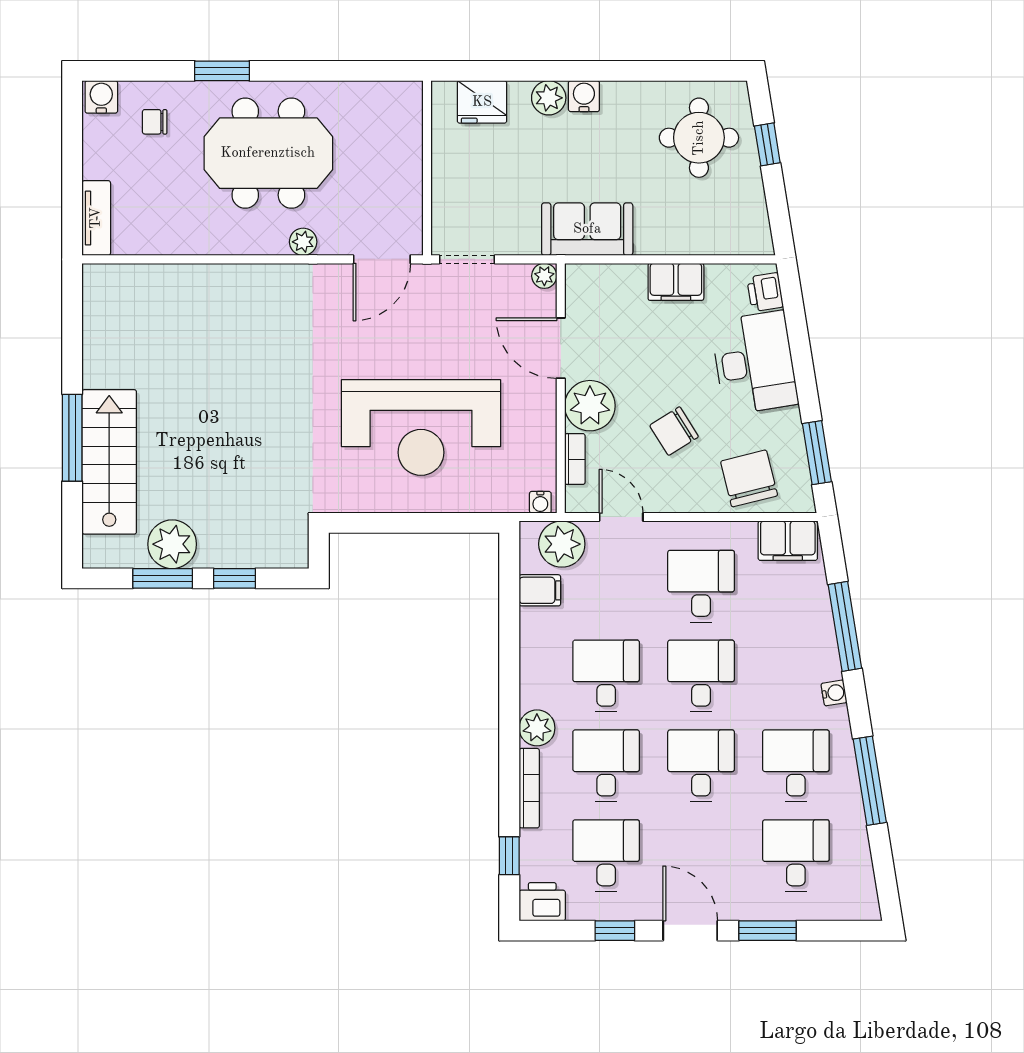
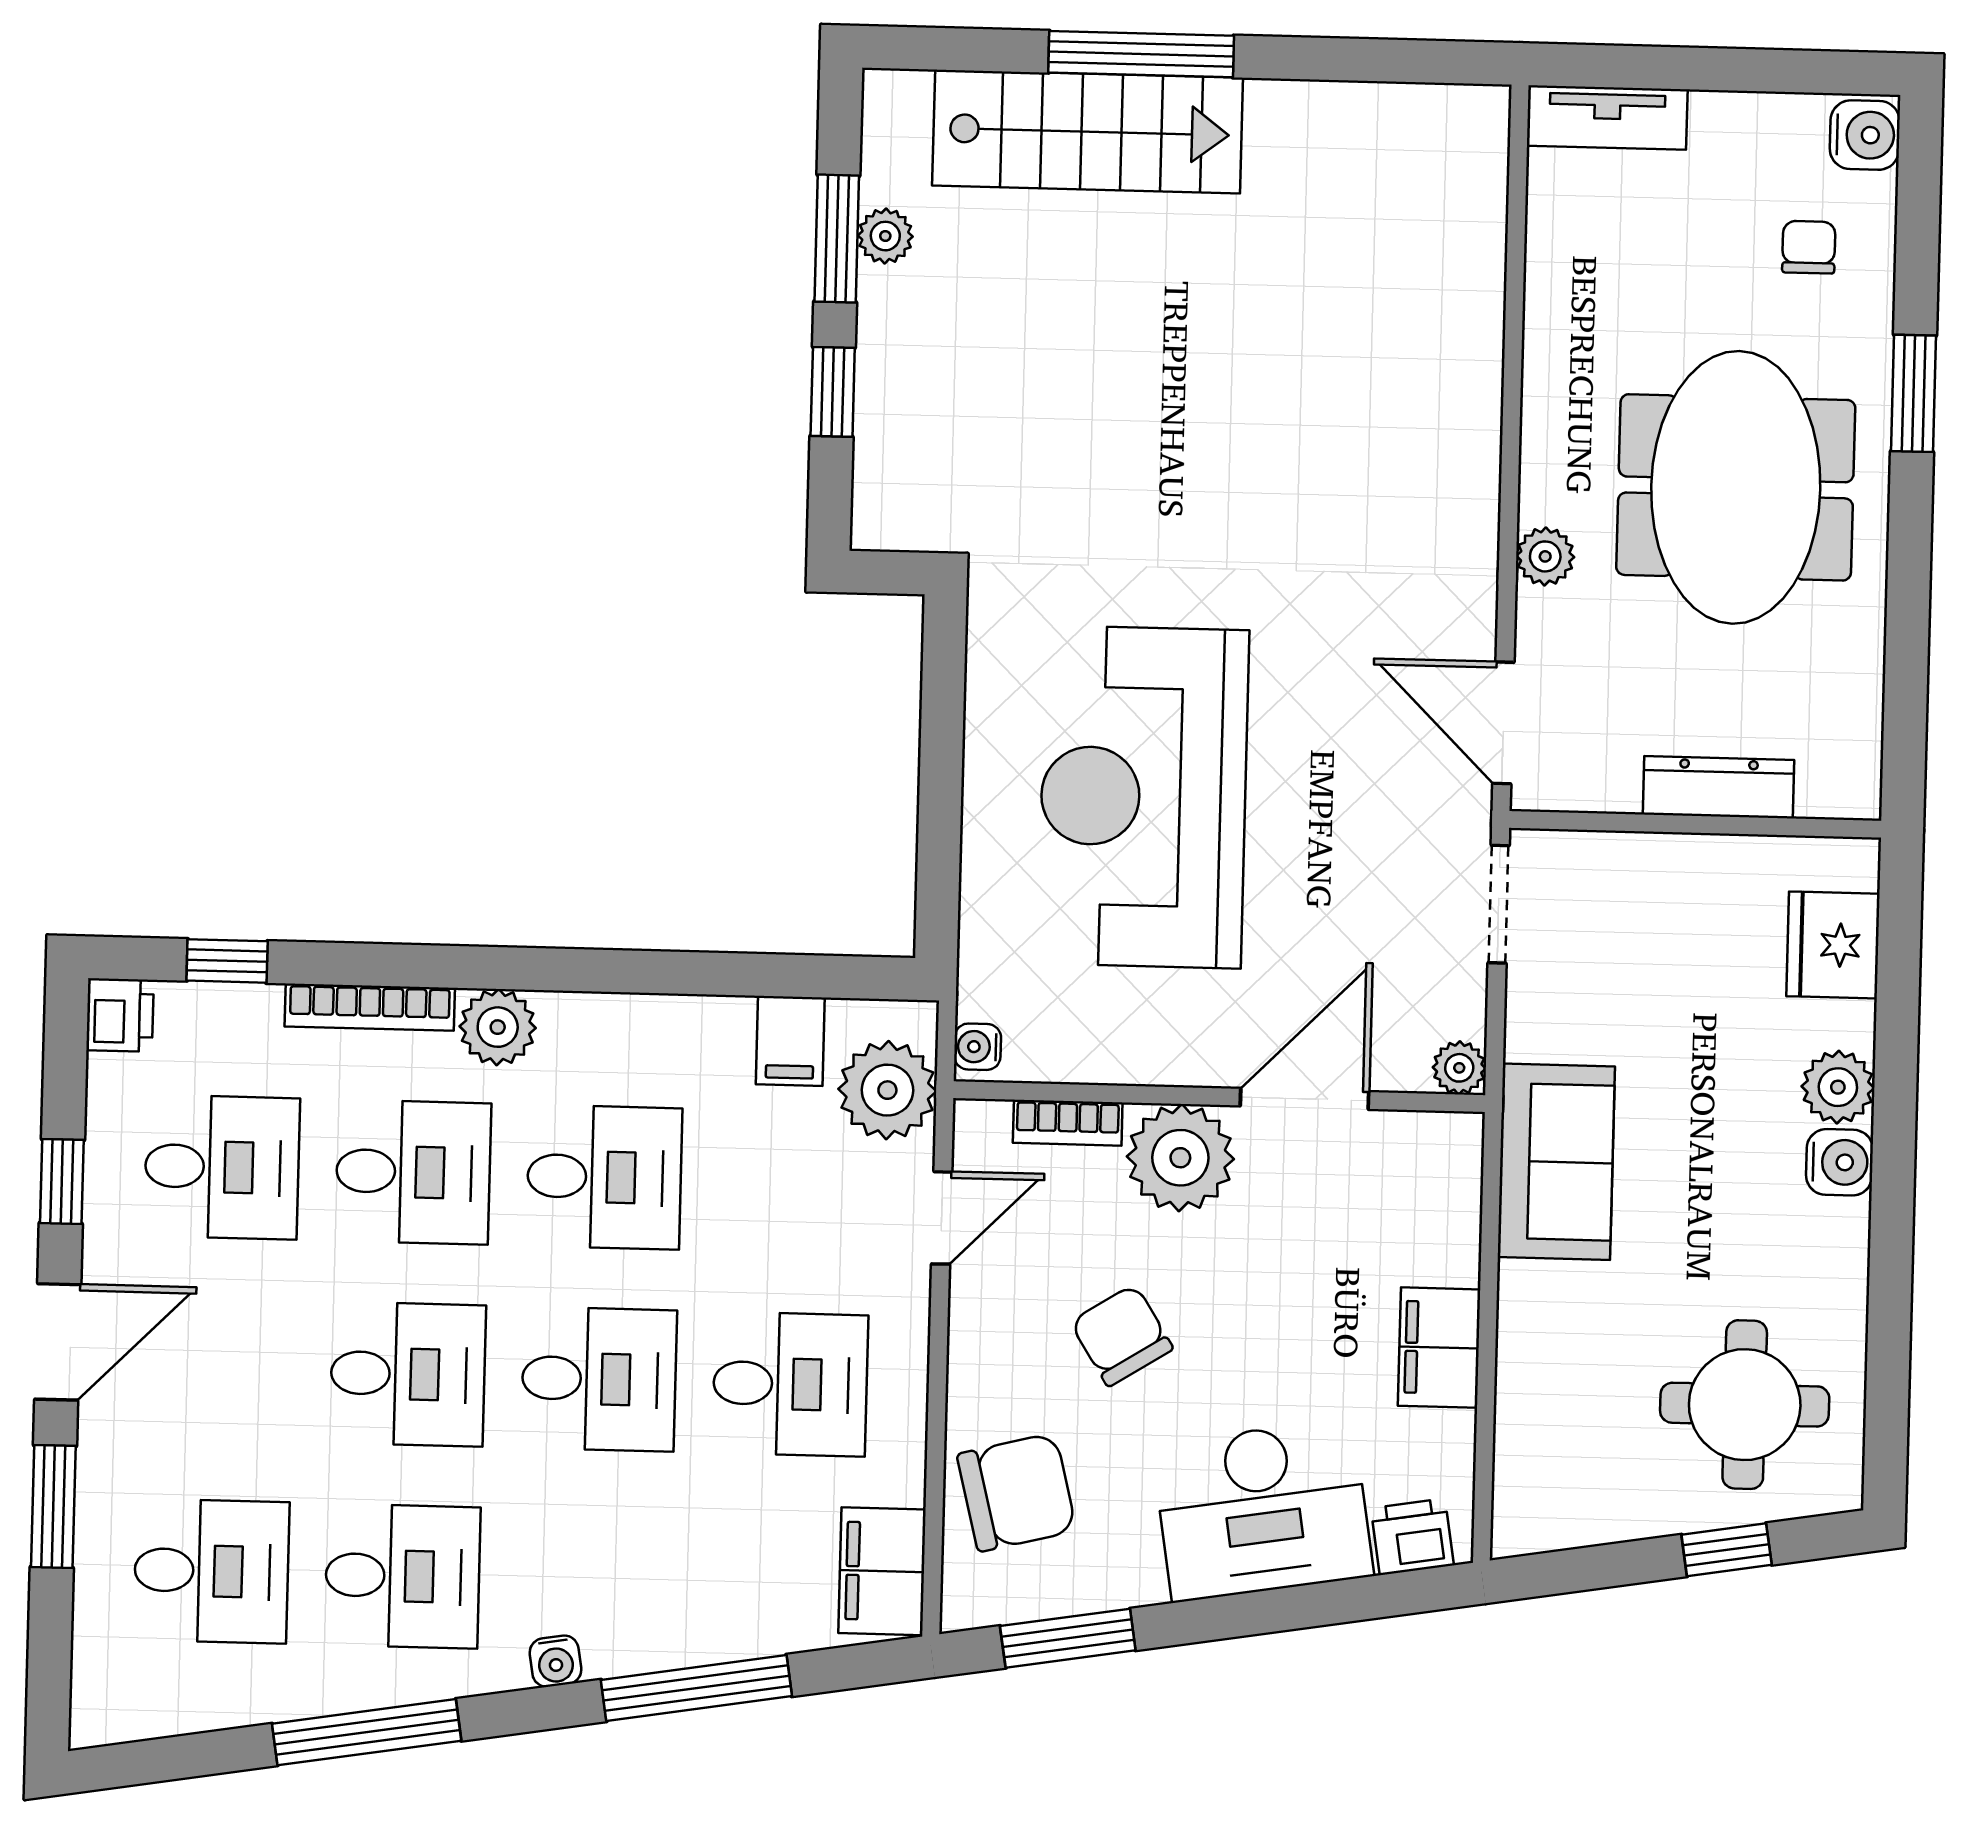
dresser: (409, 158) -> (1718, 787), added
plant: (172, 544) -> (885, 236), width x0.53, depth x0.53
printer: (542, 902) -> (120, 1015), width x0.73, depth x0.81

